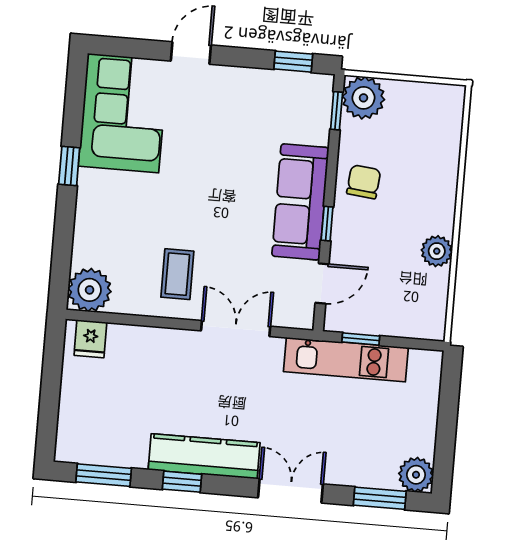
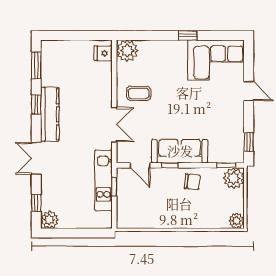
plant: (437, 251) -> (236, 221), moved
double door: (291, 491) -> (36, 158), swing flipped
window: (380, 498) -> (36, 203), width x0.67

